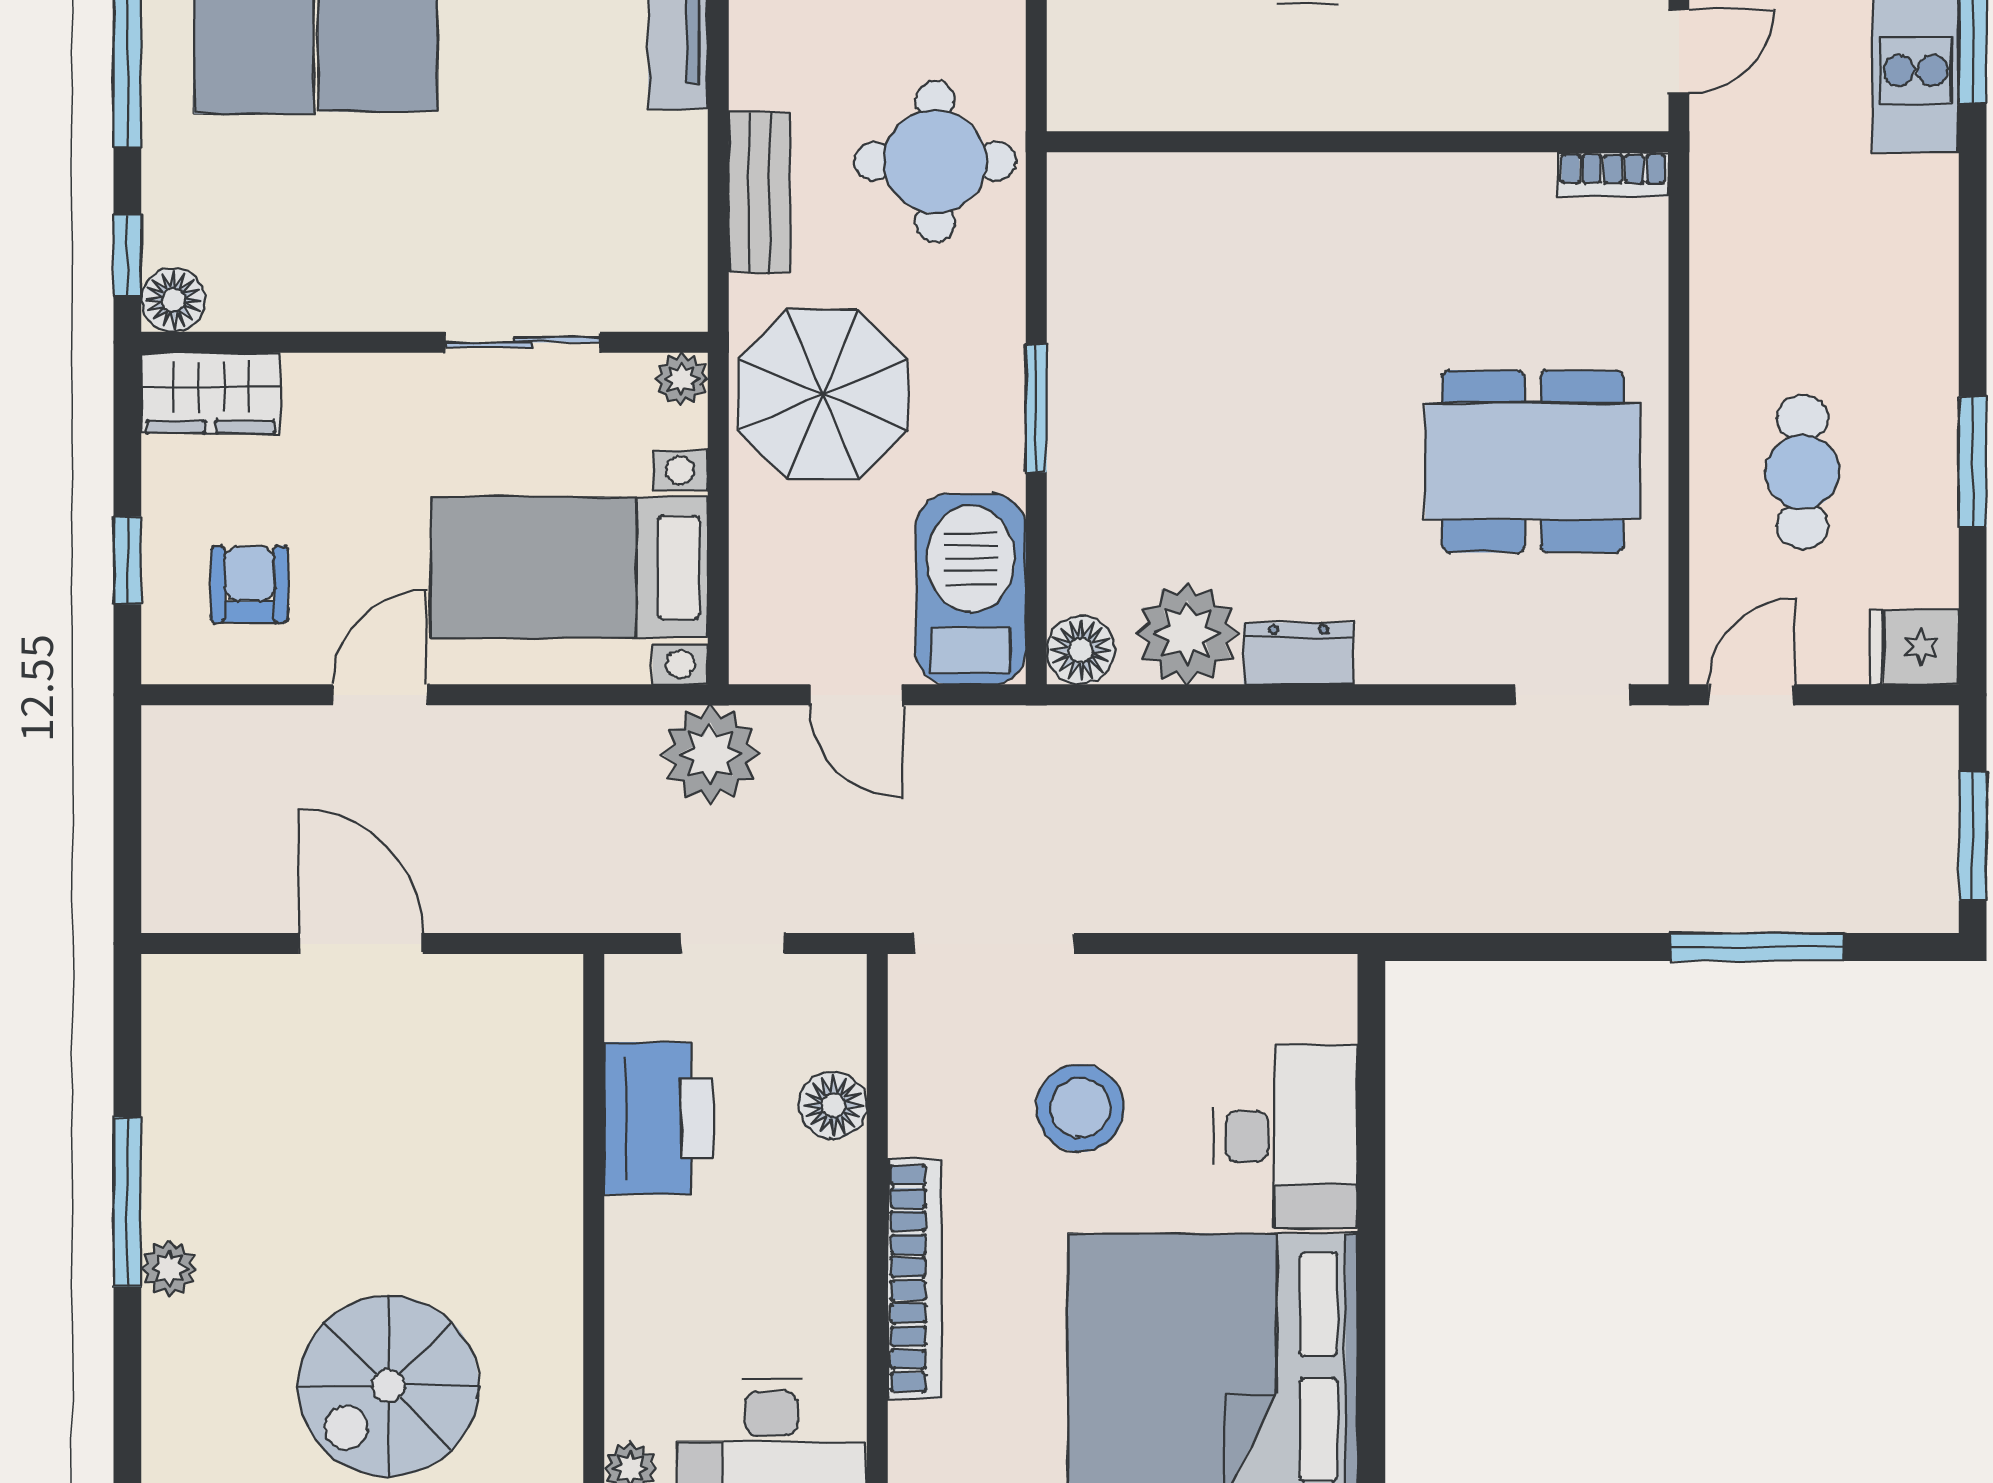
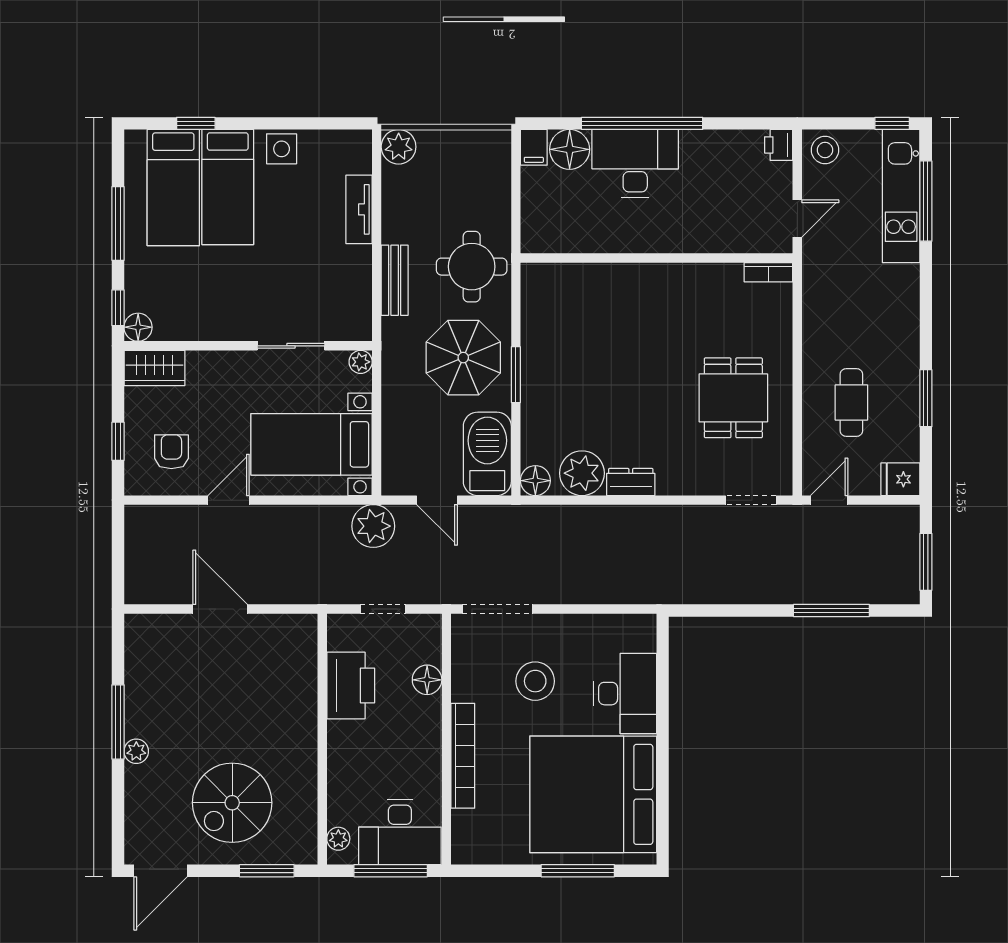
parasol: (823, 395) -> (463, 358), moved
dining table: (1533, 461) -> (733, 398), width x0.73

